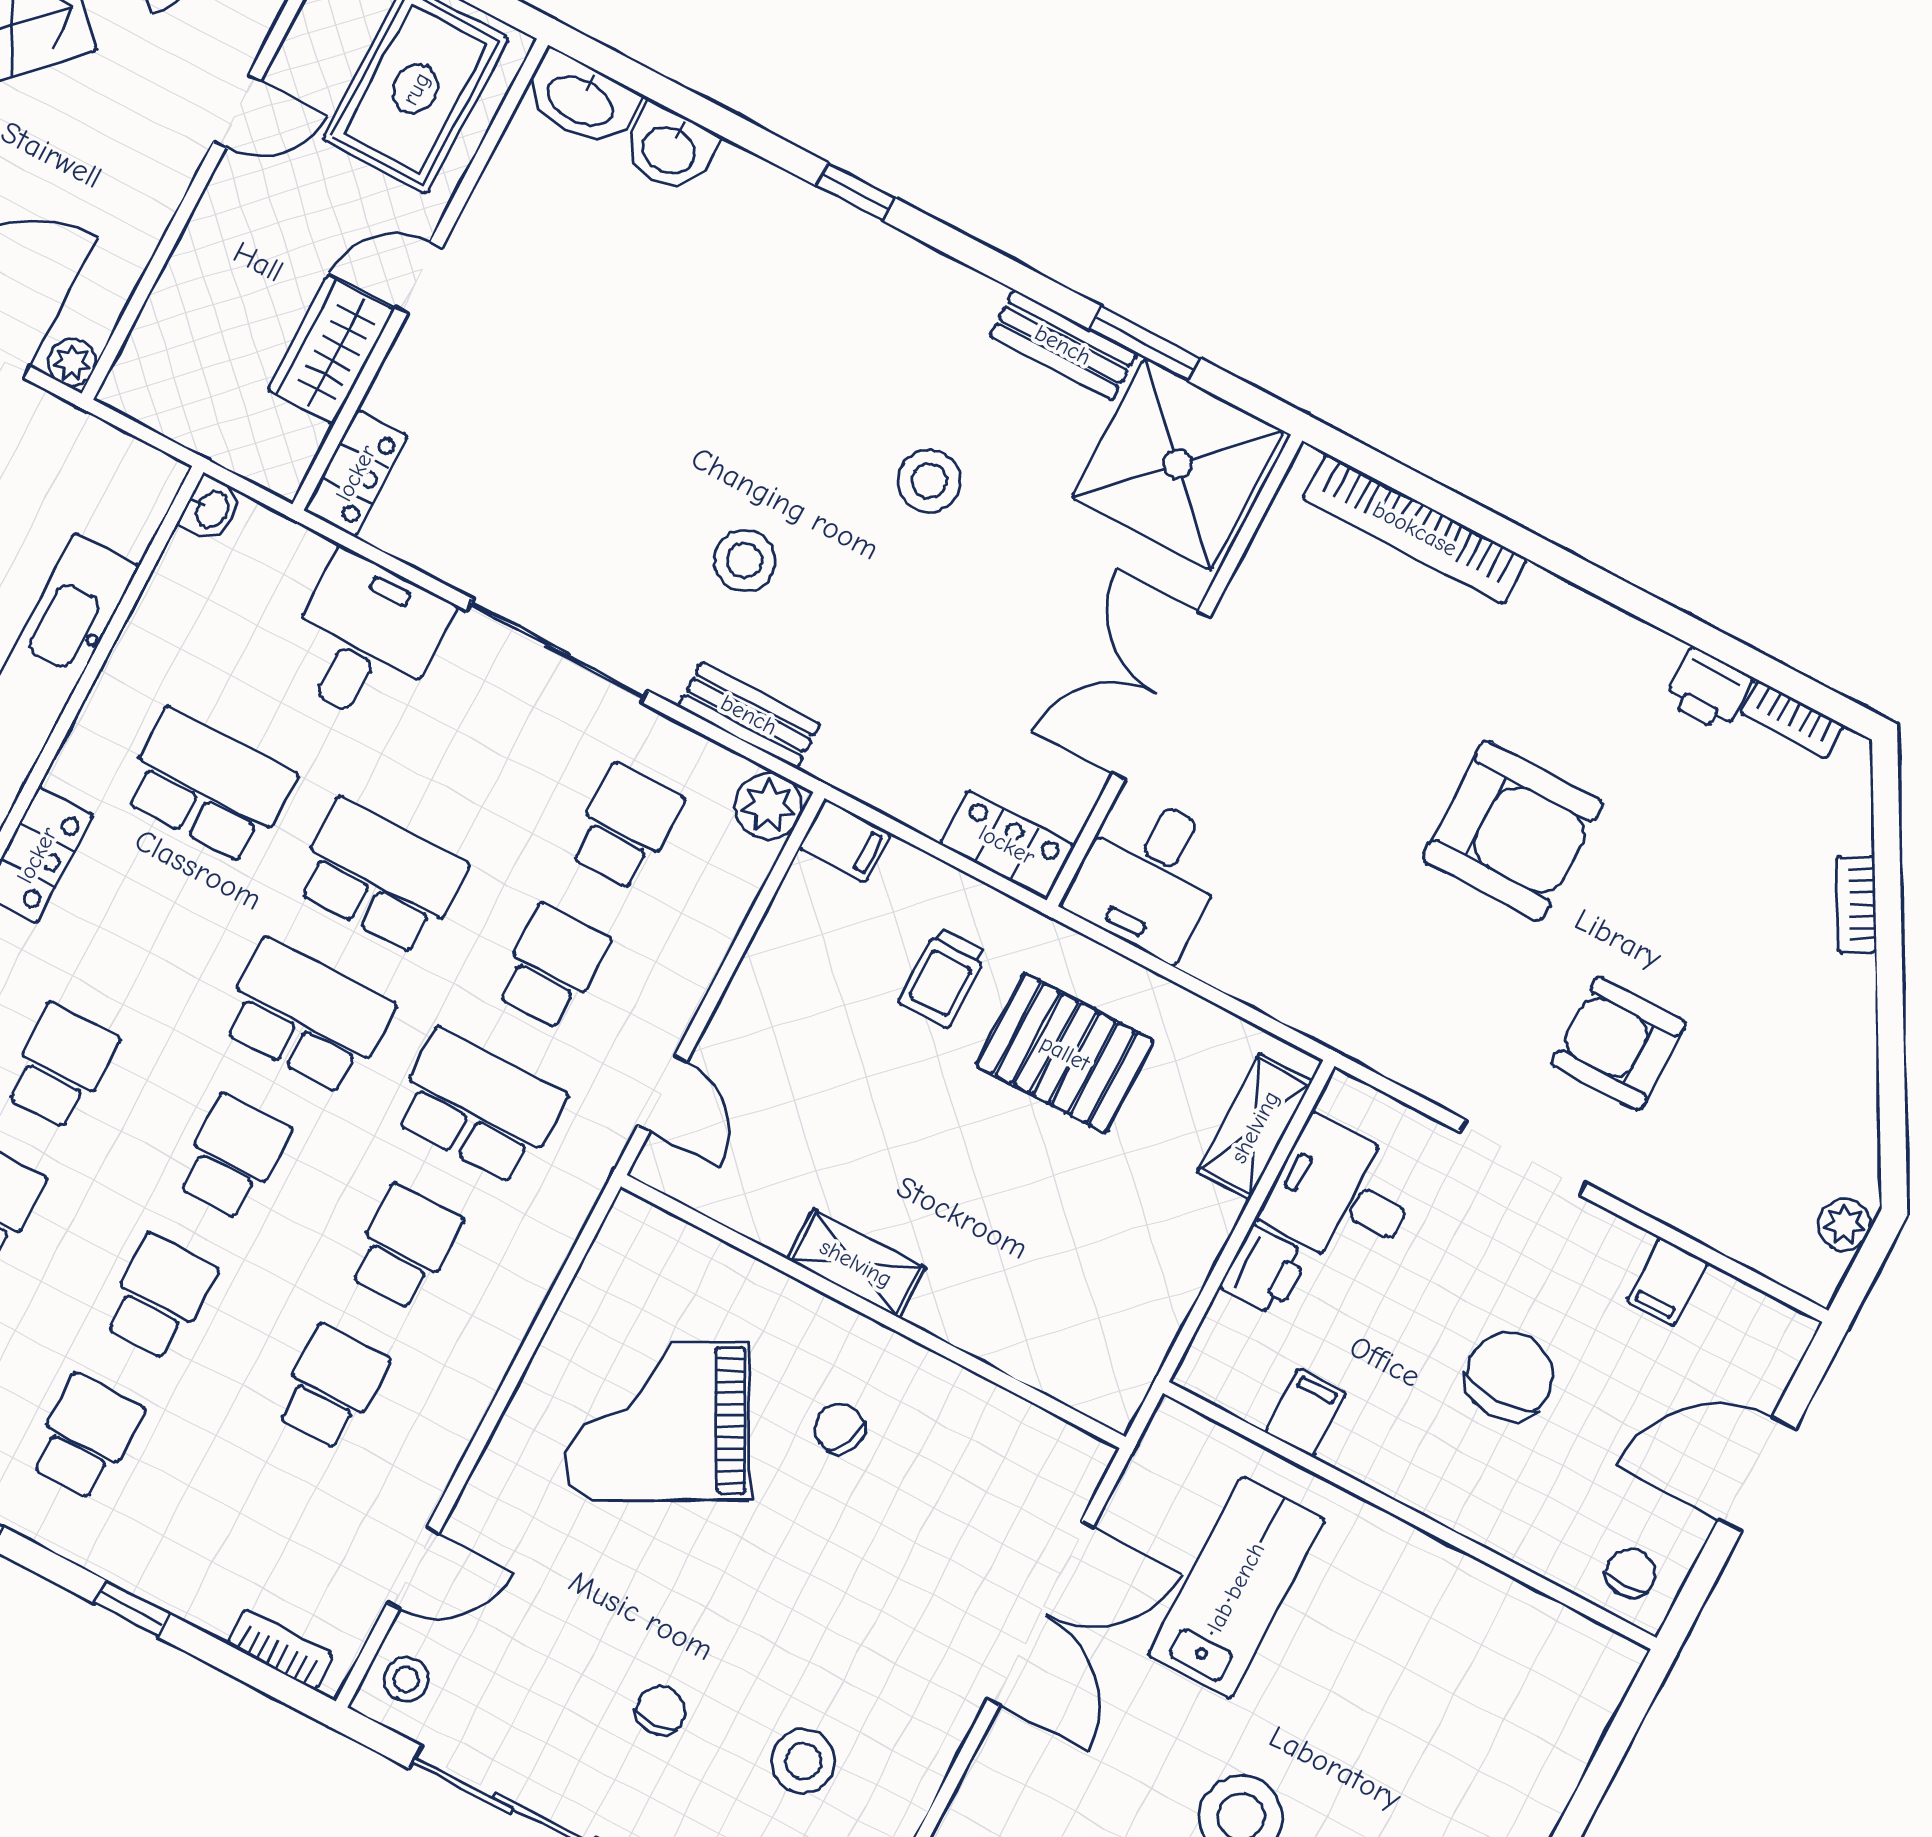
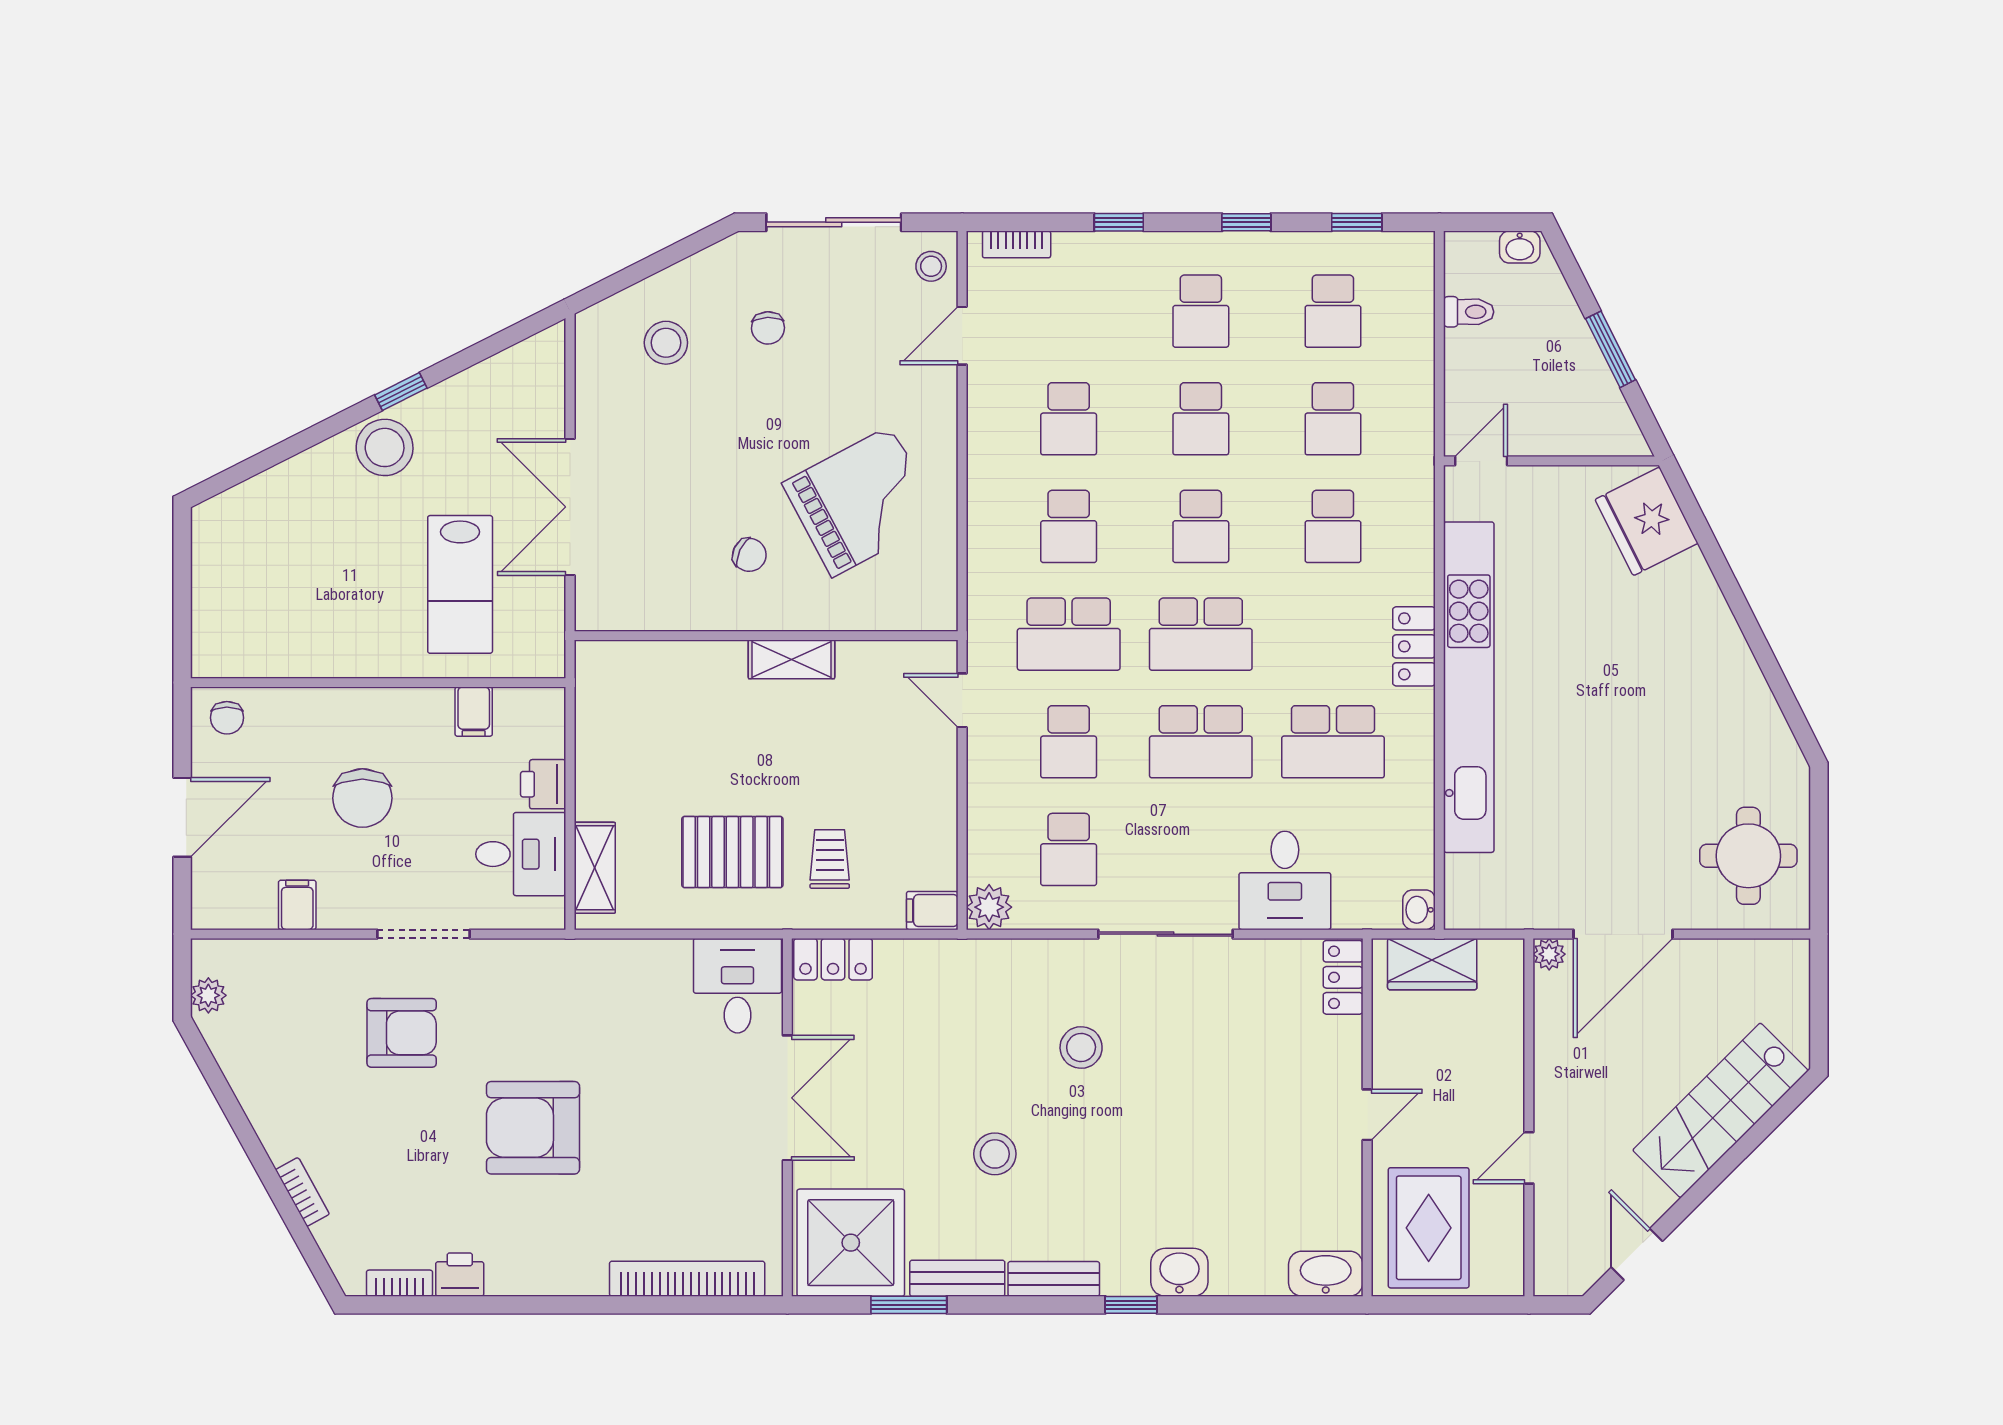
washbasin: (670, 148) -> (1179, 1272), moved
wardrobe: (331, 350) -> (1432, 964), moved, turned 90
bench: (749, 715) -> (1054, 1279), moved

